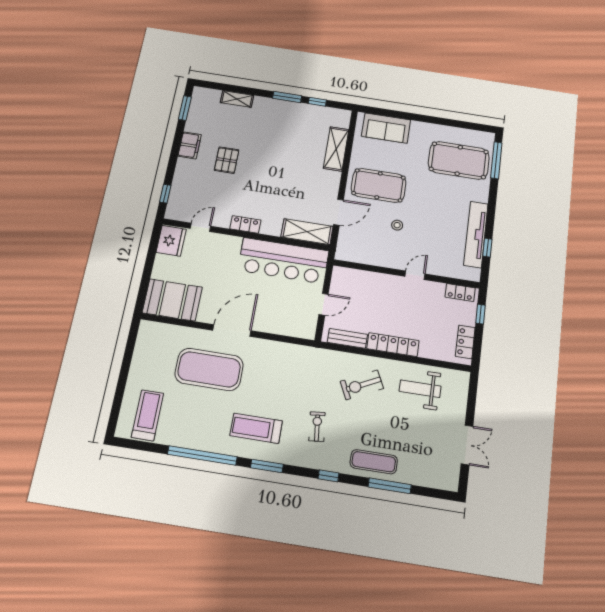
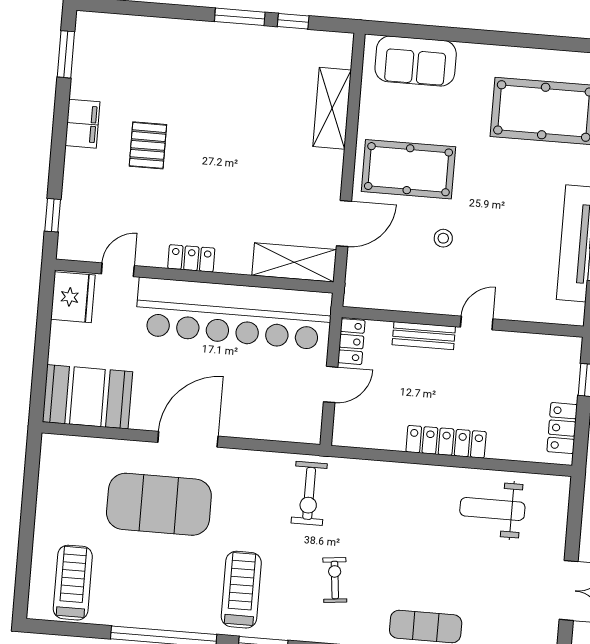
shelving: (237, 99) -> (153, 29), removed
bar counter: (283, 261) -> (234, 314), width x1.36
locker: (460, 292) -> (351, 342), moved, turned -90
bench: (347, 338) -> (424, 336), moved
exercise bike: (362, 385) -> (309, 493), moved, turned -64
treadmill: (256, 428) -> (241, 590), turned 90

